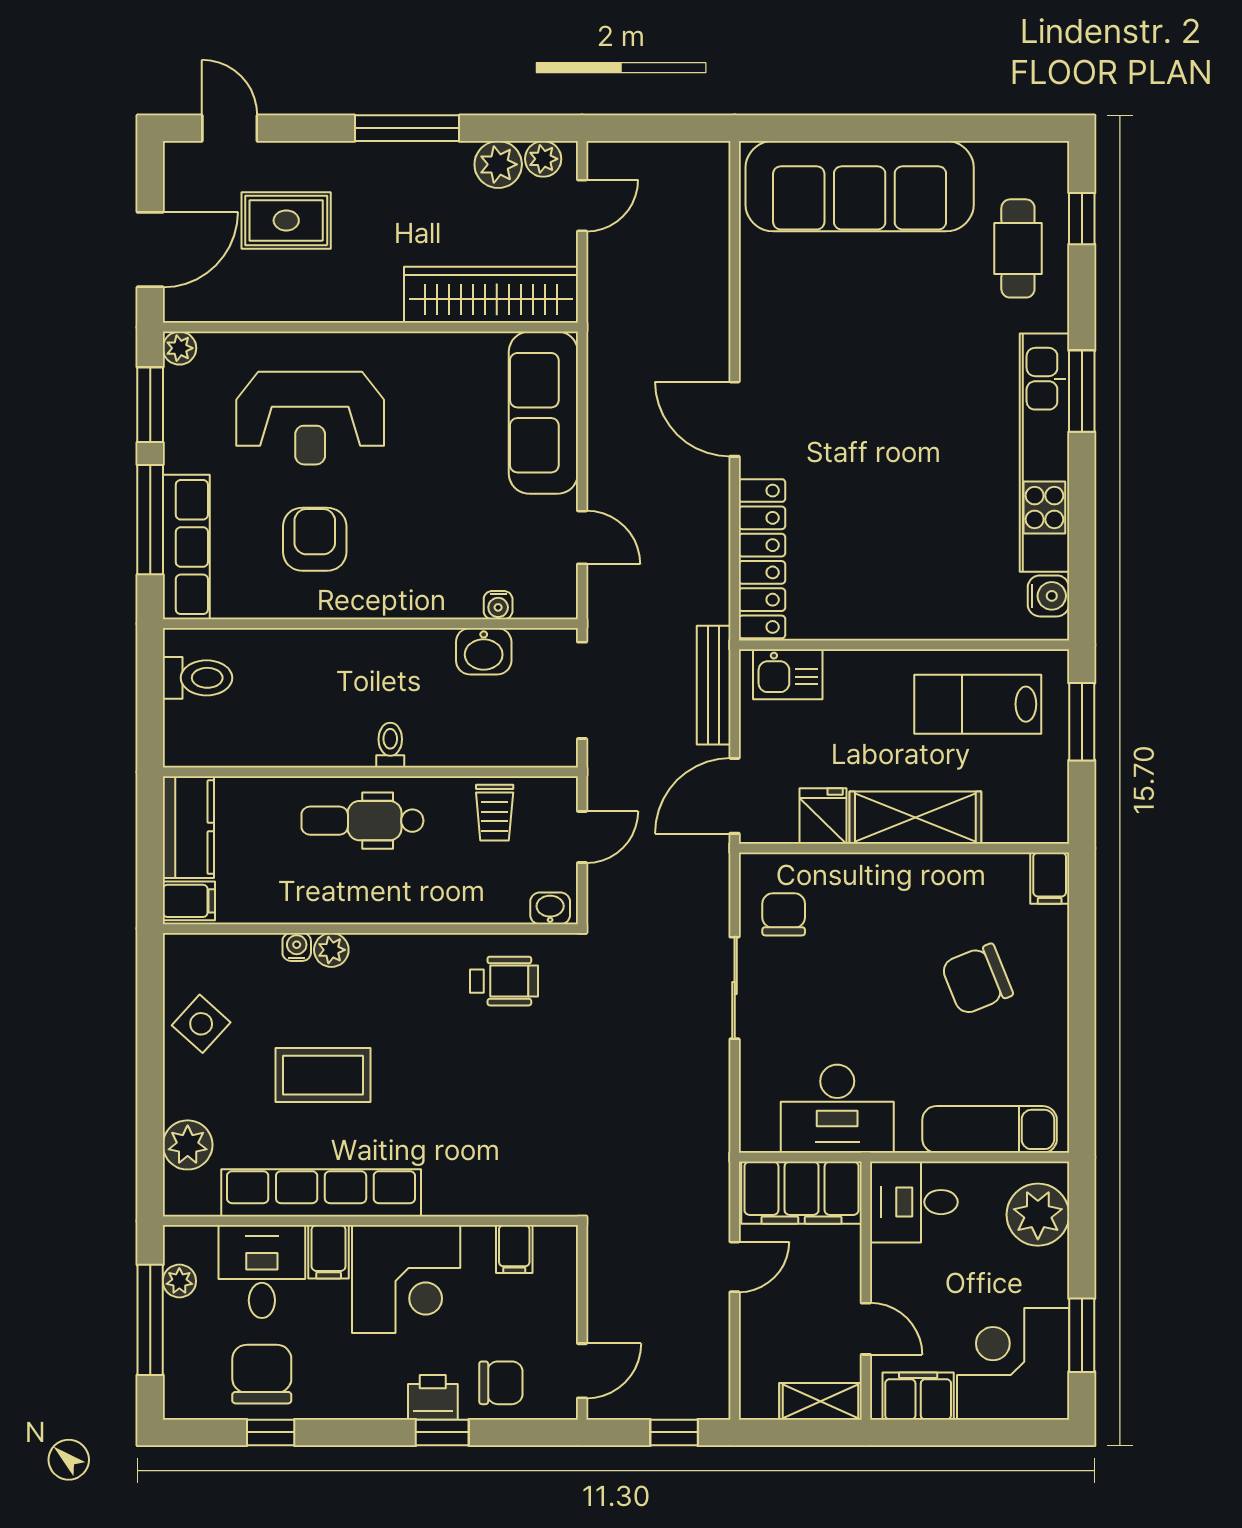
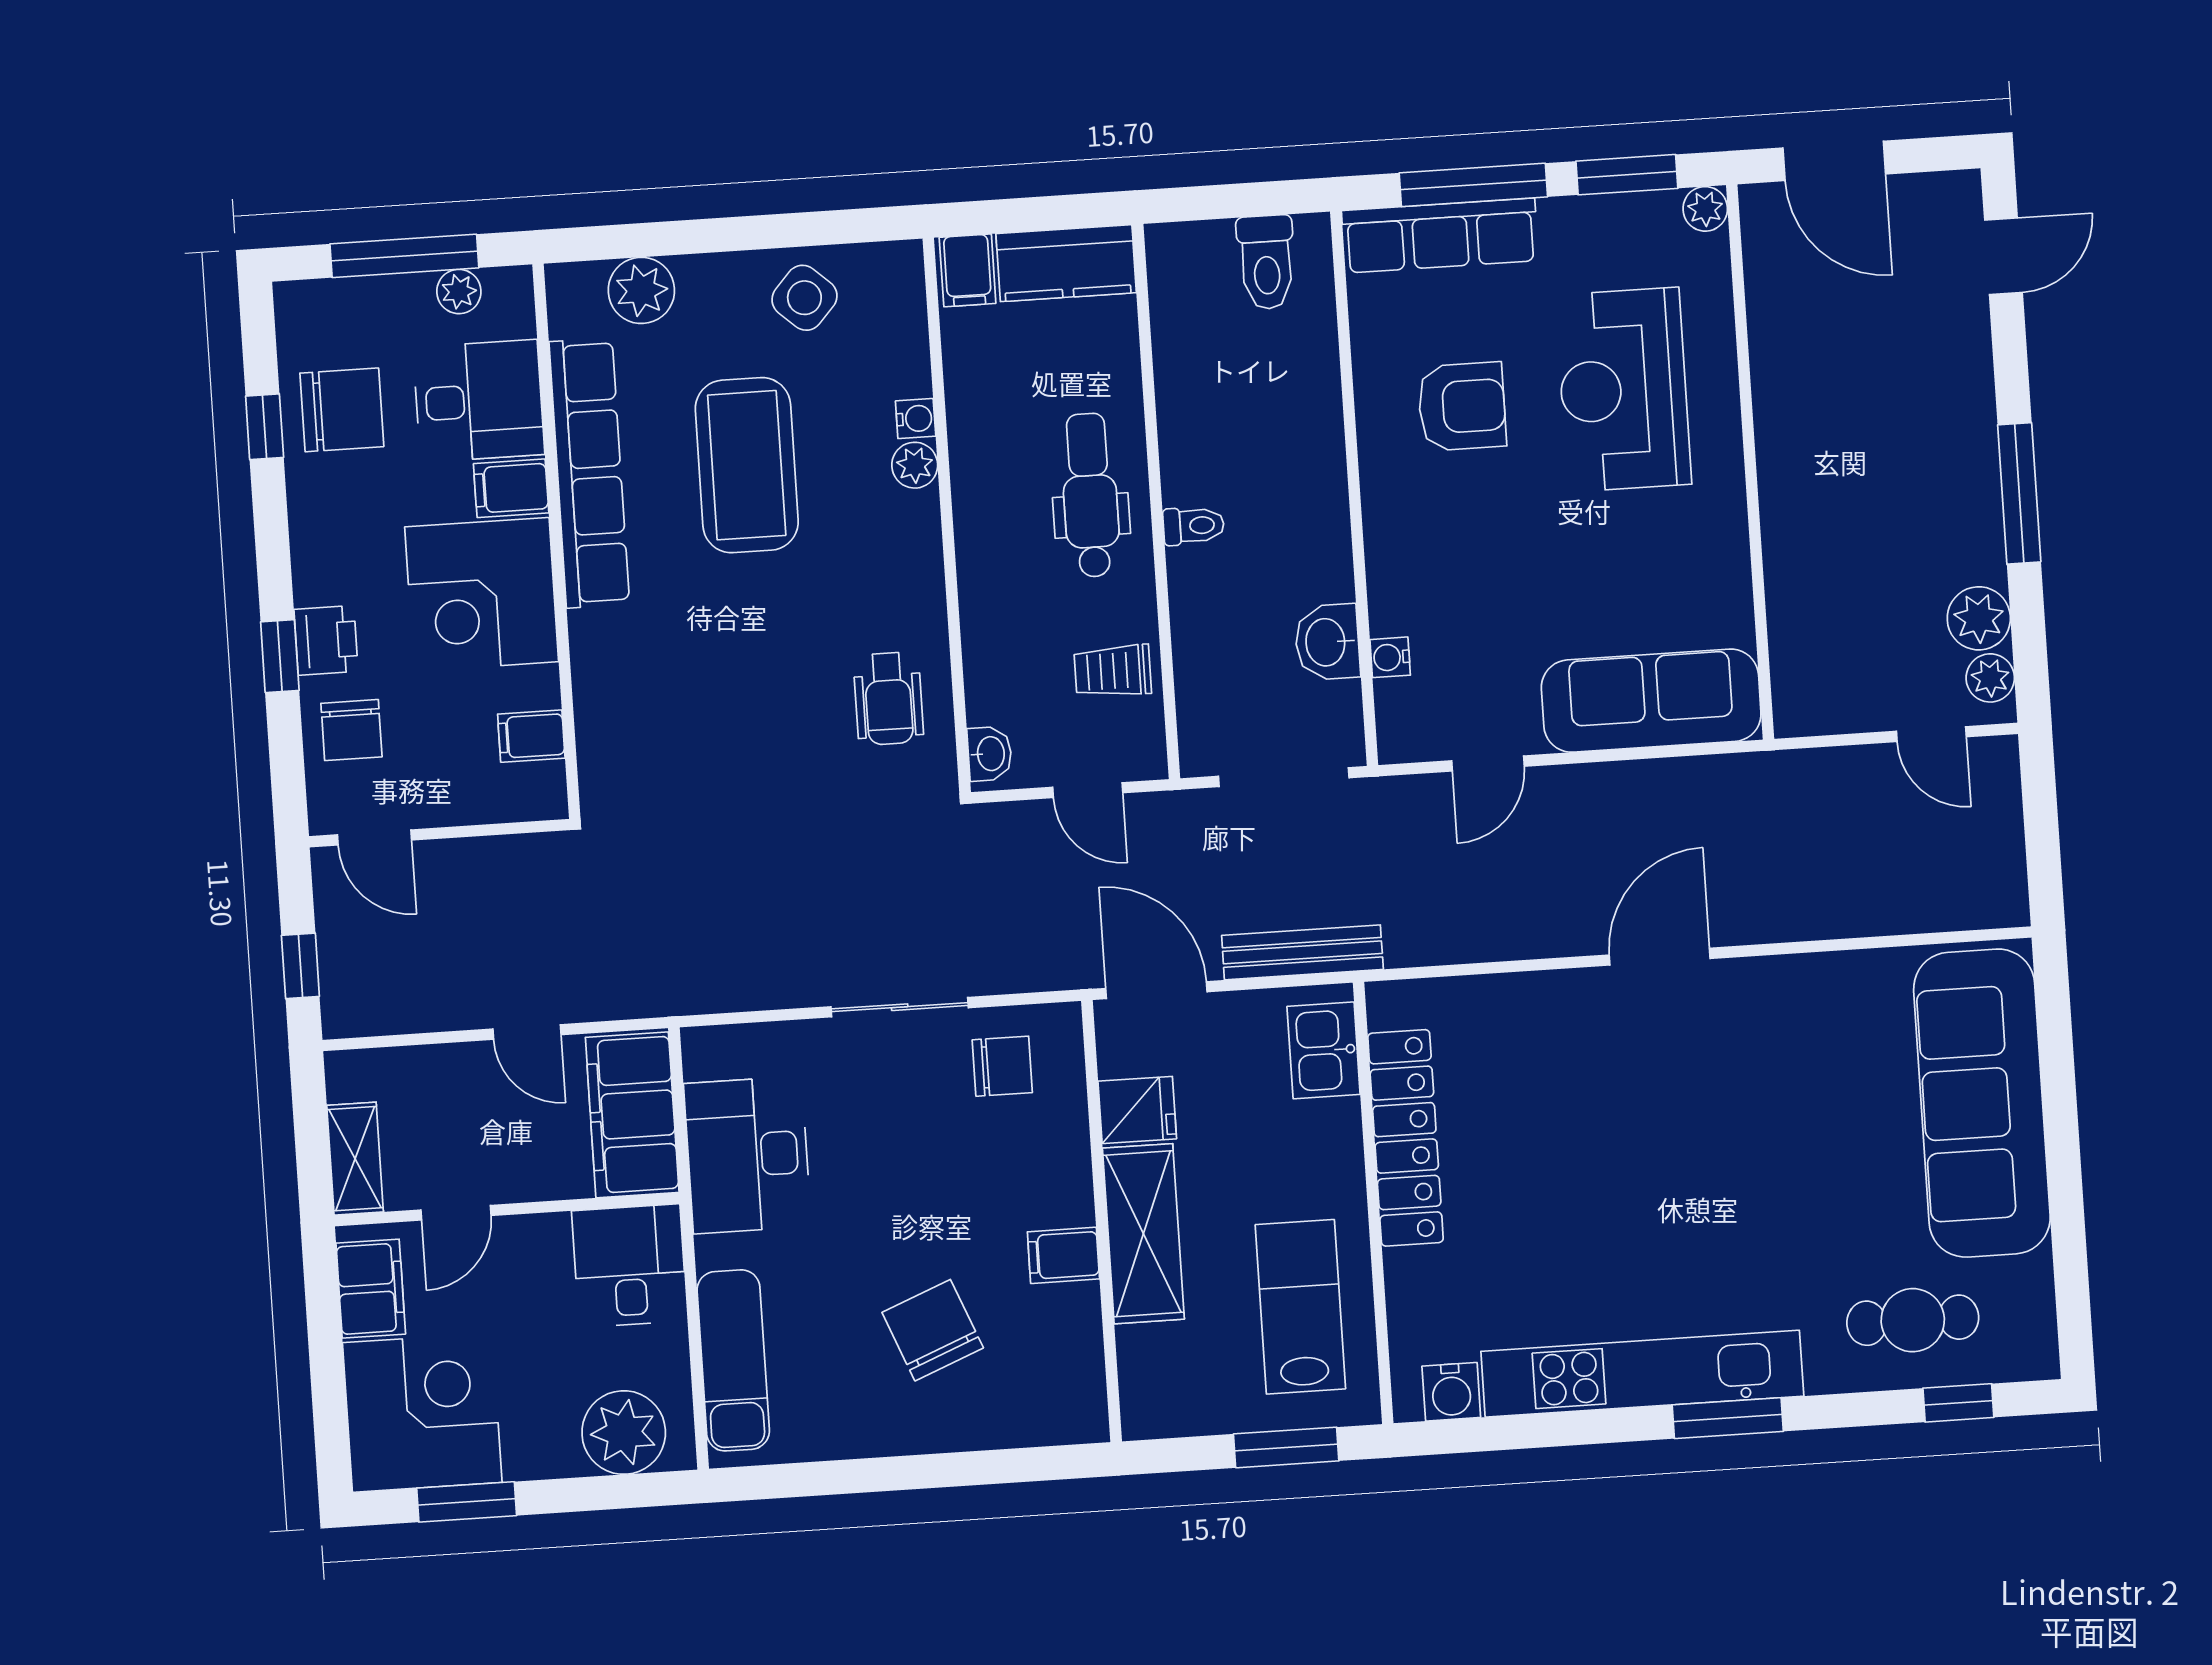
rug: (286, 220) -> (1885, 340), removed
wardrobe: (491, 295) -> (1804, 620), removed
locker: (762, 559) -> (1406, 1138), moved, turned -90
filing cabinet: (1050, 878) -> (1063, 1255), moved
coffee table: (323, 1075) -> (747, 465), width x1.36, depth x1.32

